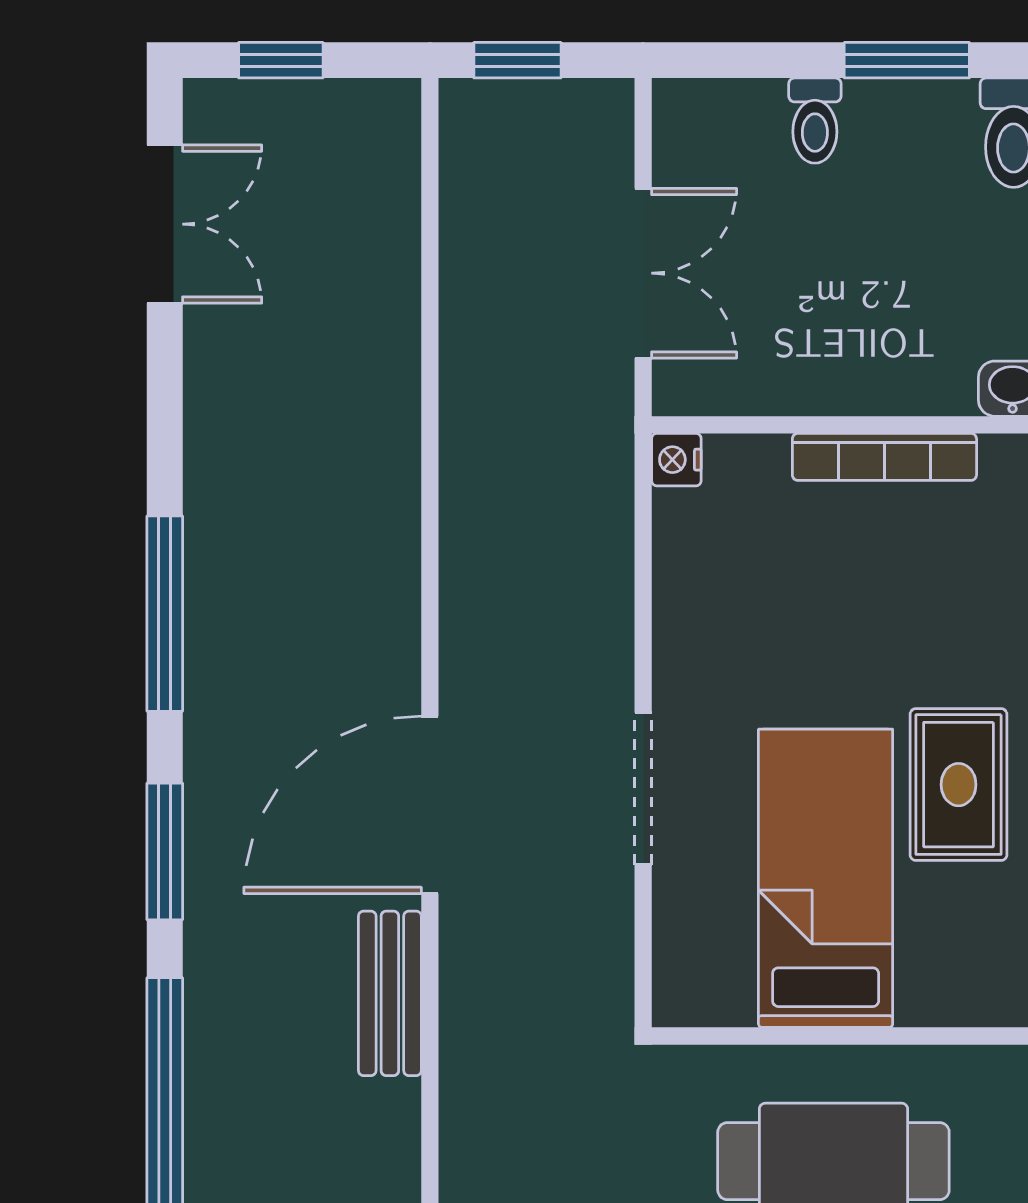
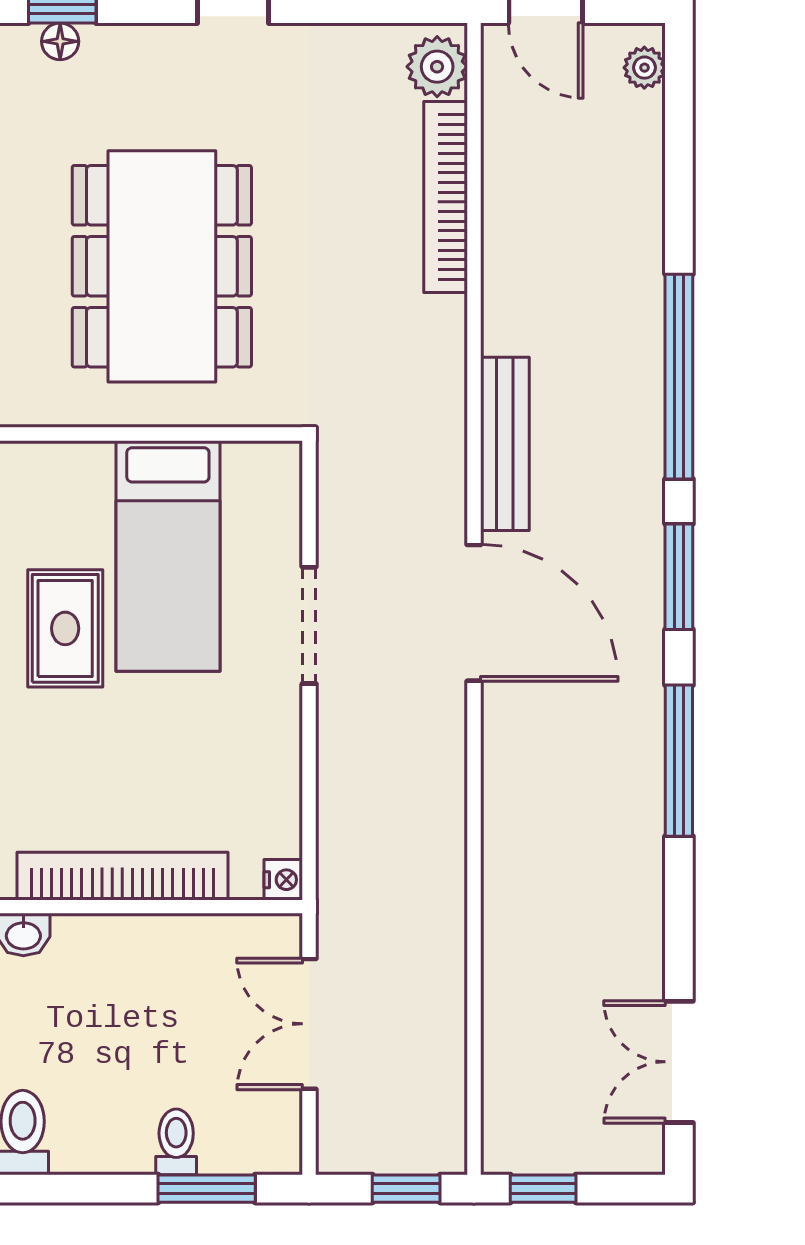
window: (281, 60) -> (543, 1189), moved
window: (907, 60) -> (207, 1189), moved
bookcase: (884, 457) -> (122, 876), width x1.48, depth x1.31
door: (430, 805) -> (474, 613), hinge flipped
bench: (390, 993) -> (505, 444), width x1.36

